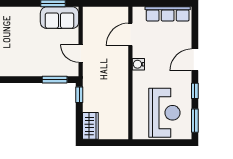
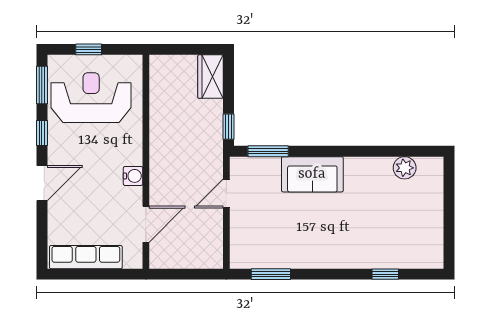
sofa: (59, 18) -> (312, 174), moved, turned 180
door: (81, 53) -> (226, 193), swing flipped
reception desk: (164, 113) -> (91, 98), turned 90
window: (166, 143) -> (89, 49), added

